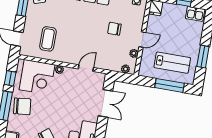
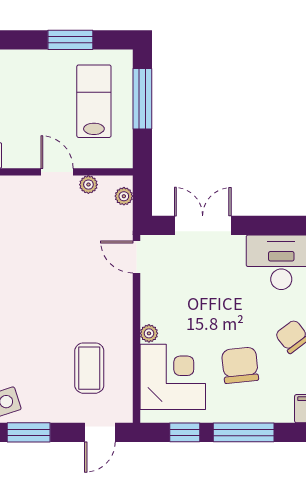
chair: (114, 29) -> (44, 234), removed
coffee table: (48, 39) -> (89, 368), turned 90
door: (86, 68) -> (136, 257), moved
chair: (22, 106) -> (240, 365), moved

